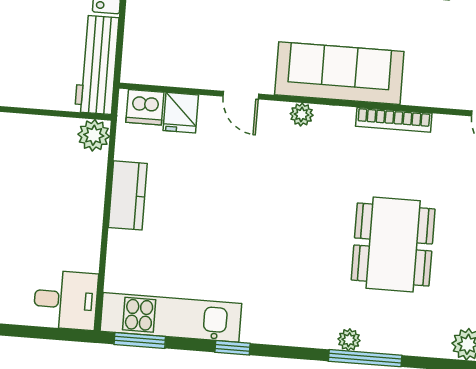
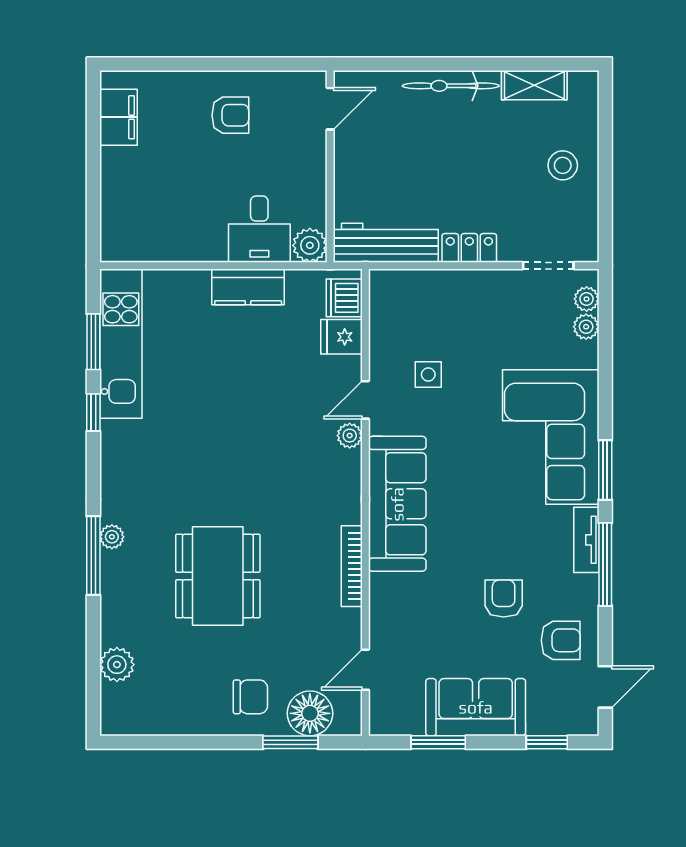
side table: (222, 35) -> (428, 375), added
plant: (302, 114) -> (350, 436), moved
dining table: (393, 244) -> (218, 576), turned 90
desk: (66, 300) -> (259, 229), moved
window: (140, 340) -> (93, 342), moved

